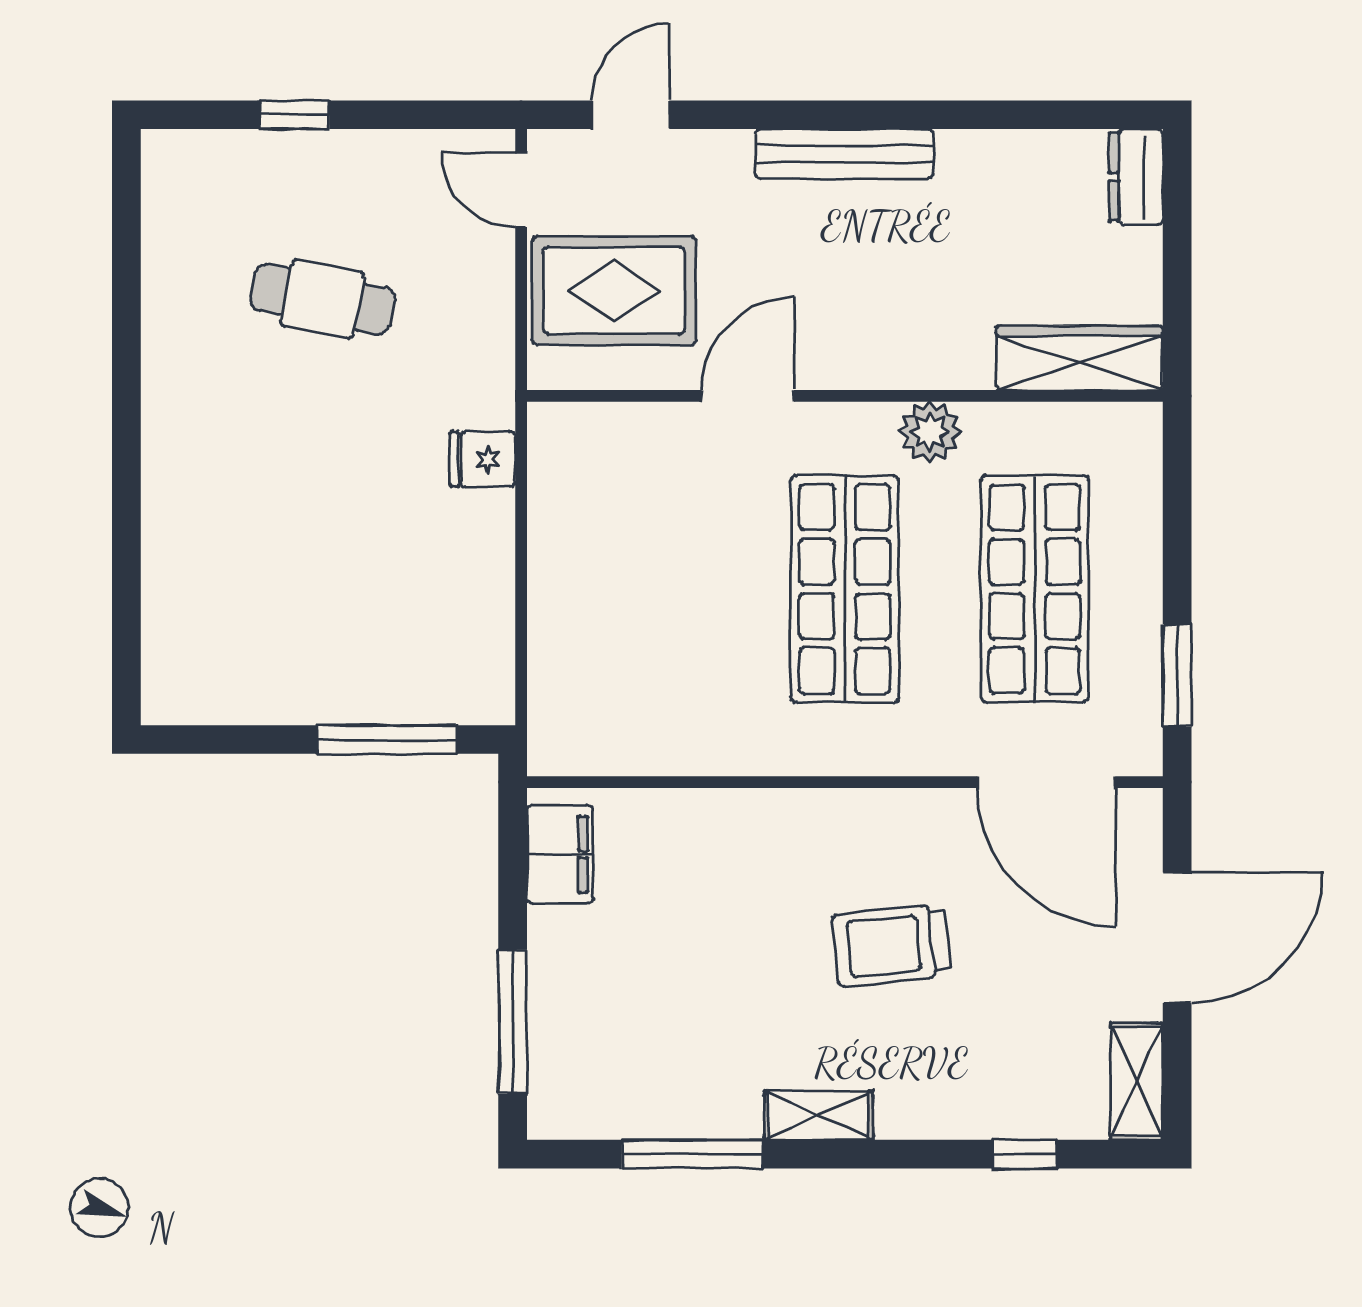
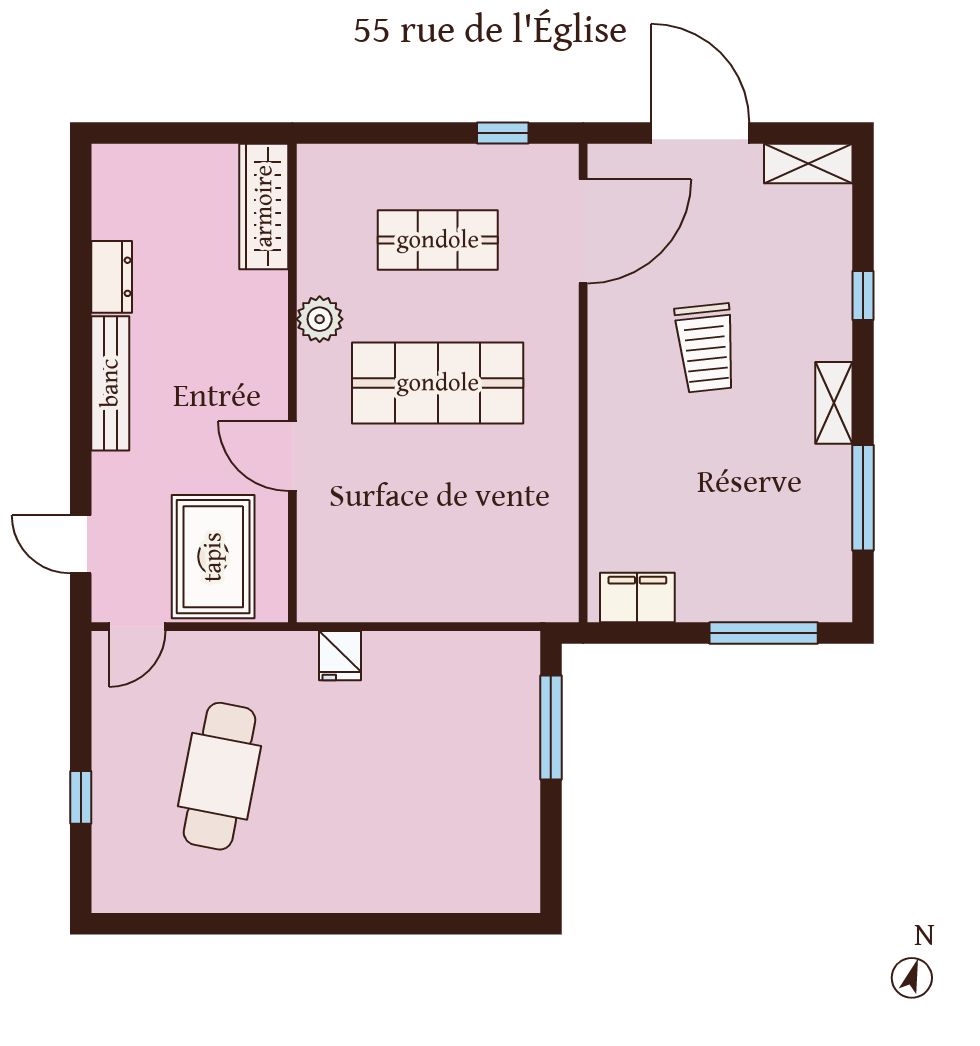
dresser: (1136, 177) -> (112, 277), moved, turned -90
cafe table: (322, 299) -> (220, 776), width x1.37, depth x1.35
shop shelf: (1035, 589) -> (438, 240), width x0.70, depth x0.74
window: (1177, 675) -> (503, 133), width x0.67
window: (1025, 1154) -> (863, 296), moved

